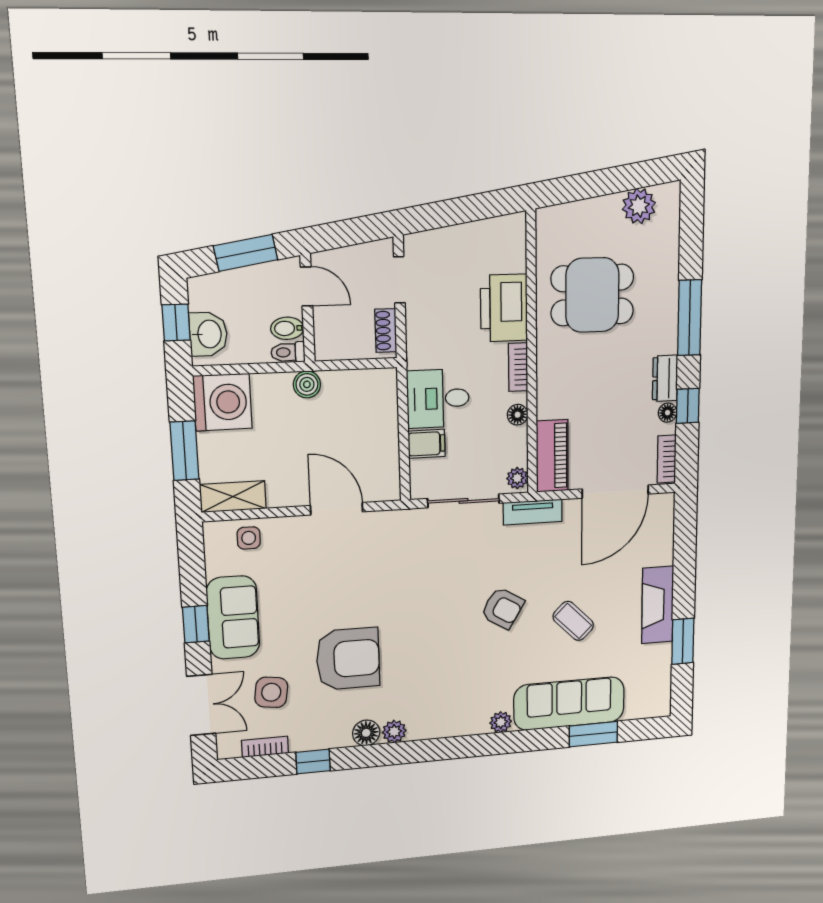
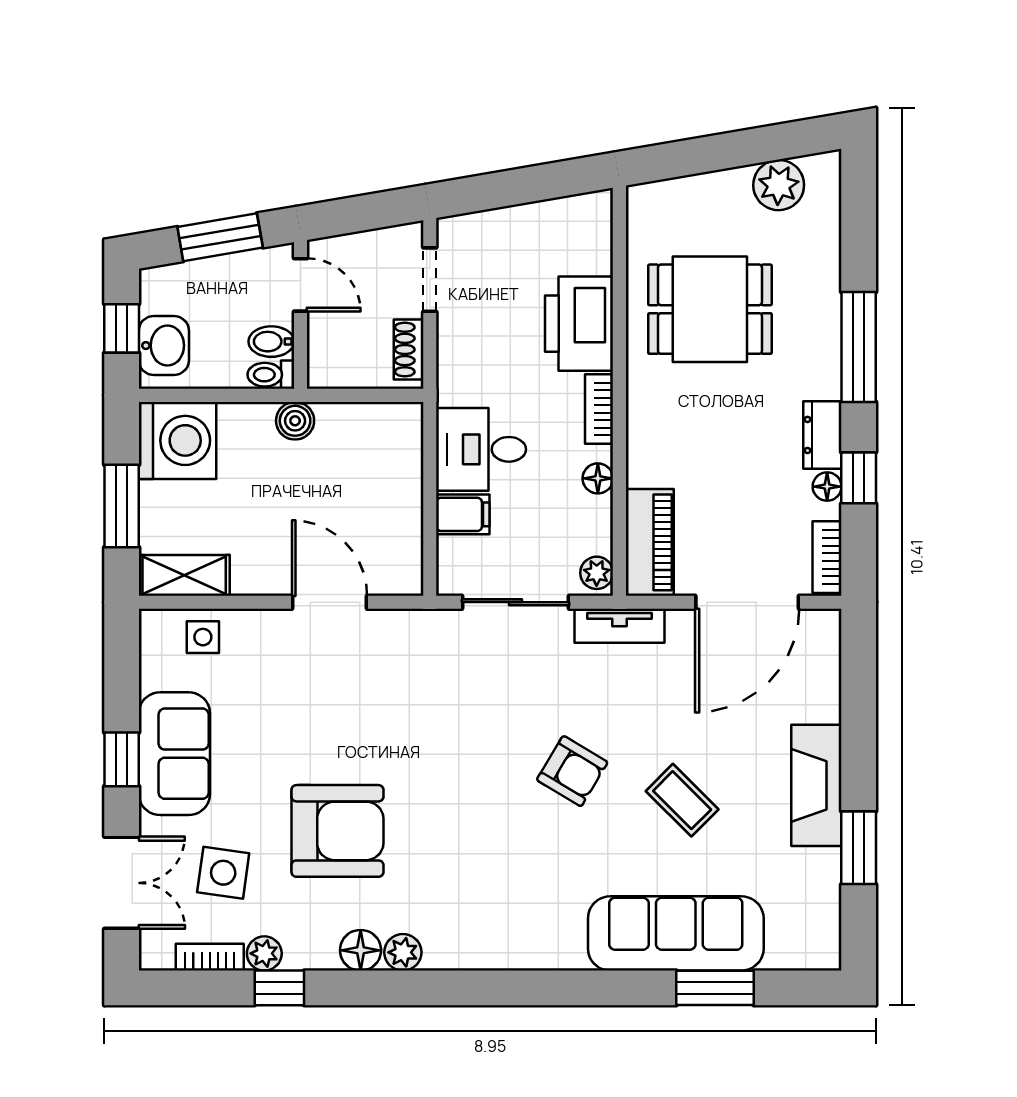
plant: (501, 722) -> (264, 953), moved

